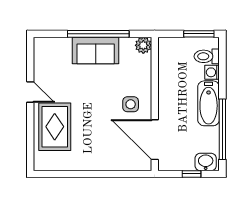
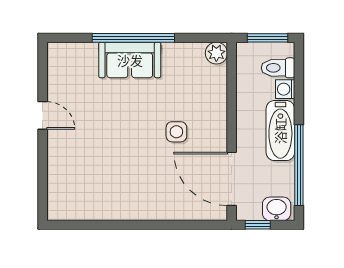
plant: (143, 45) -> (216, 53), moved
wall: (155, 104) -> (232, 131), moved
rug: (55, 127) -> (75, 162), removed
door: (155, 140) -> (232, 179), moved

